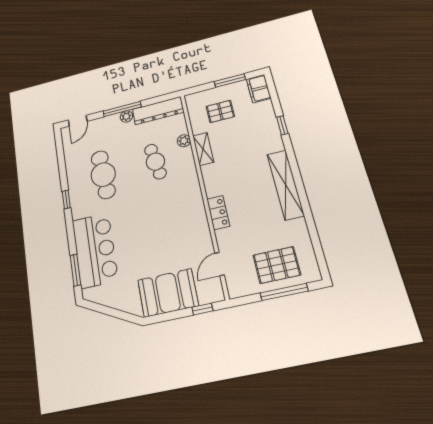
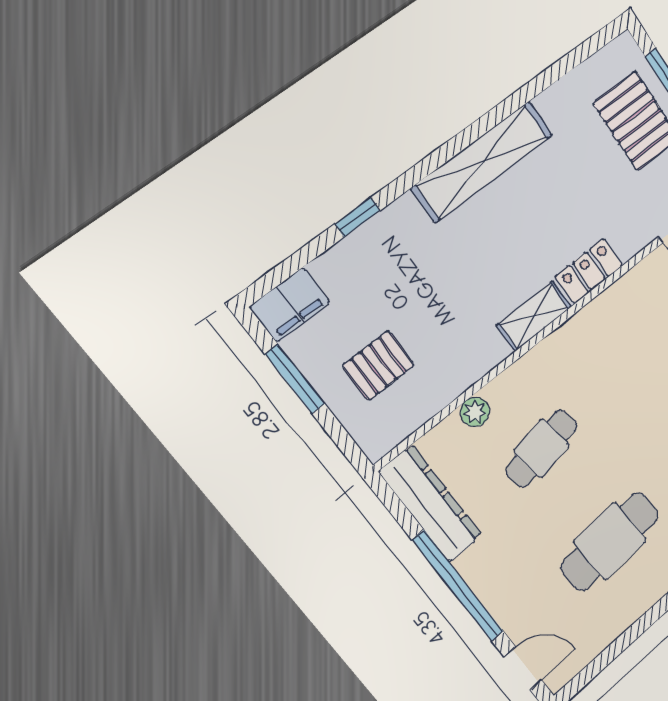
window: (122, 109) -> (458, 586), width x1.46
pallet: (220, 111) -> (378, 365), turned 90
plant: (126, 116) -> (471, 566), removed
shelving: (203, 149) -> (534, 316), moved

